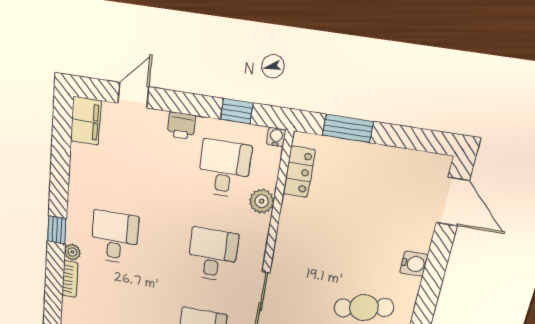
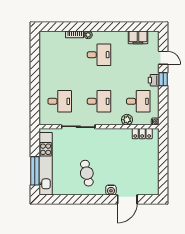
window: (237, 111) -> (163, 79), moved
filing cabinet: (86, 121) -> (138, 37), moved
window: (348, 128) -> (163, 150), removed
door: (453, 202) -> (127, 199), moved
window: (57, 230) -> (98, 27), removed

